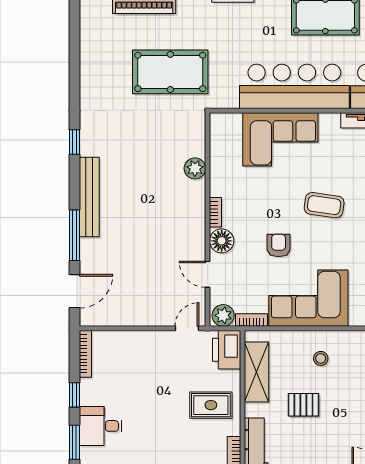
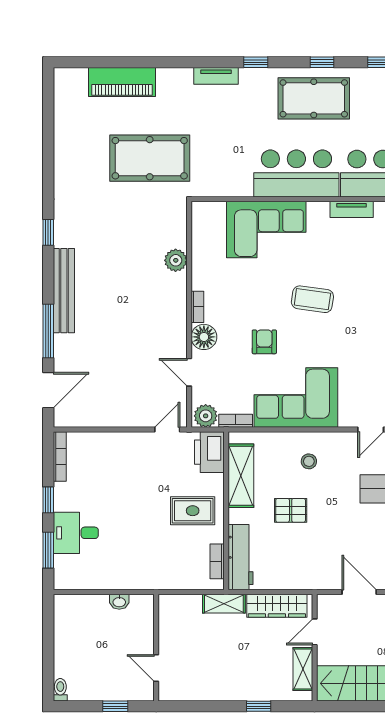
bar counter: (294, 86) -> (296, 173), width x0.73

